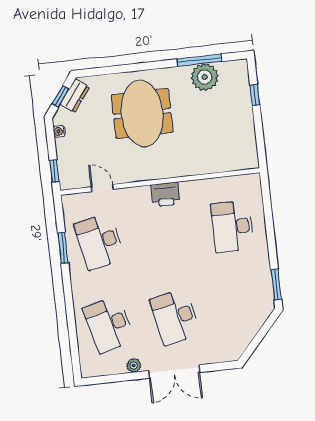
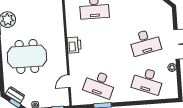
desk: (99, 241) -> (100, 84), turned 36
desk: (109, 324) -> (148, 81), turned 36

